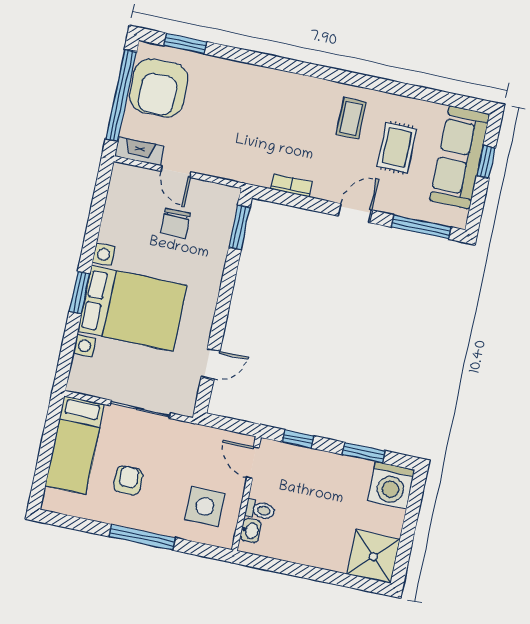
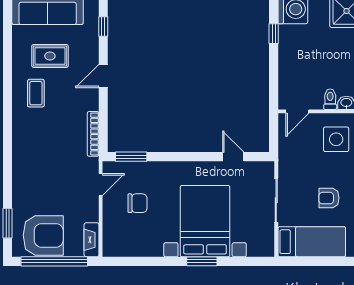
coffee table: (351, 118) -> (36, 93), turned 90
door: (176, 172) -> (101, 185), moved
bookcase: (291, 185) -> (93, 134), width x1.56
door: (355, 213) -> (103, 76), hinge flipped
window: (421, 227) -> (103, 27), width x0.46
window: (298, 439) -> (274, 83), removed
window: (364, 453) -> (274, 34), width x0.67

